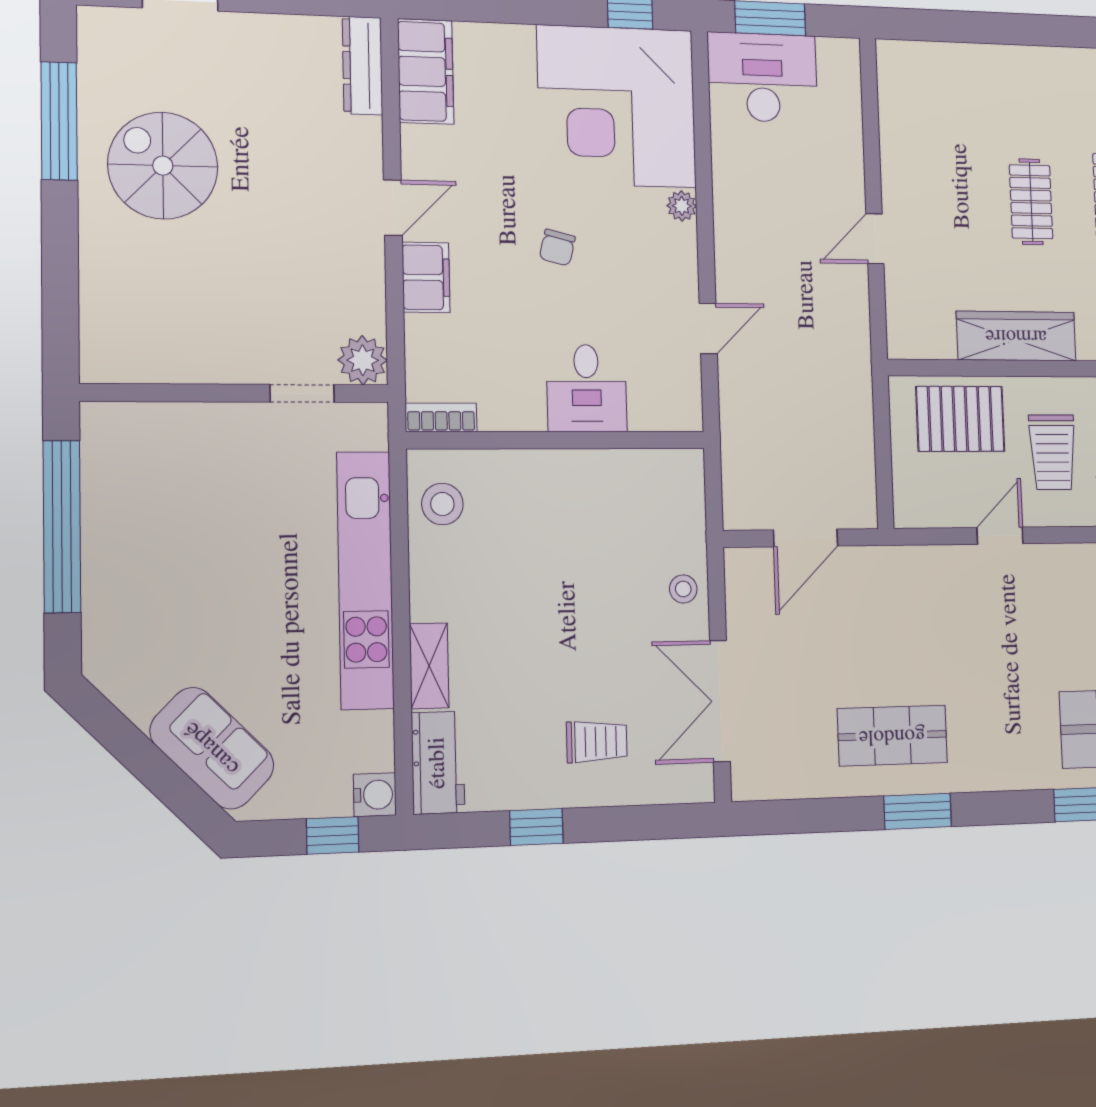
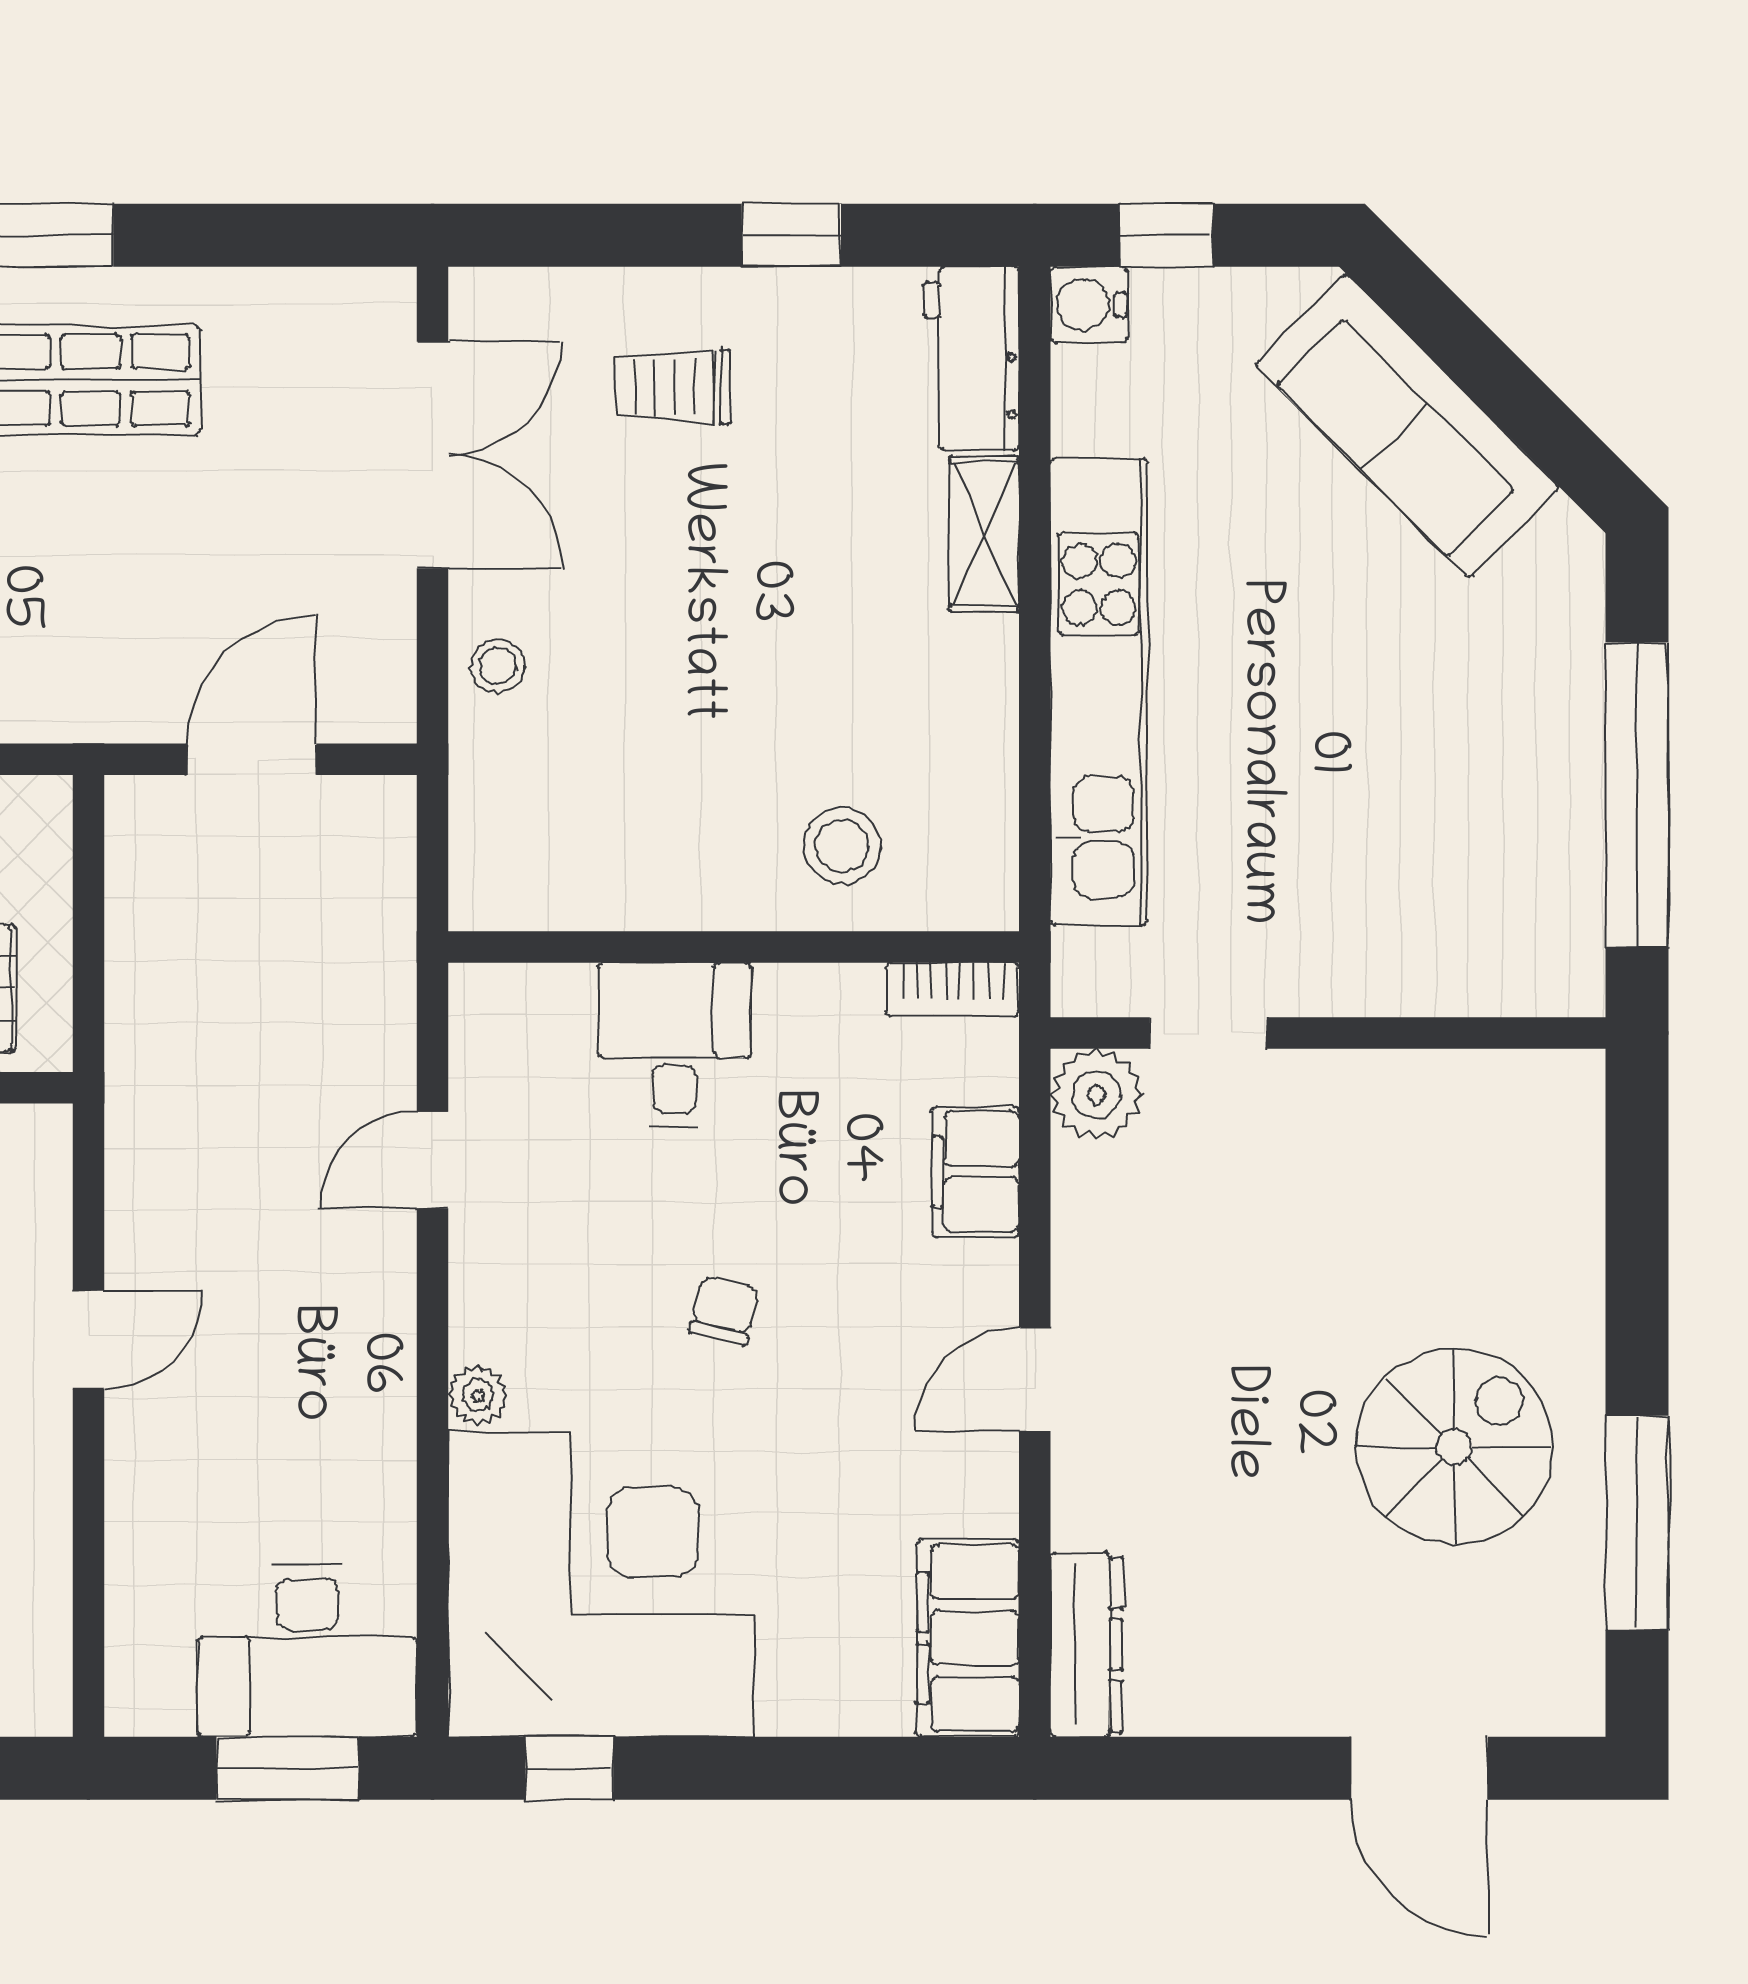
spiral stairs: (163, 166) -> (1454, 1447), turned -90
filing cabinet: (426, 277) -> (975, 1172), moved
stool: (442, 504) -> (842, 846), moved
sofa: (212, 748) -> (1407, 426), width x1.36

